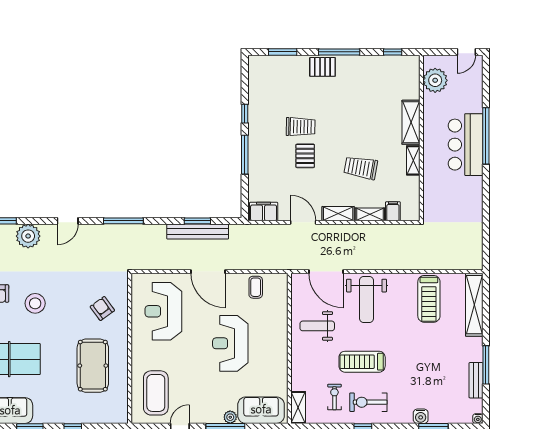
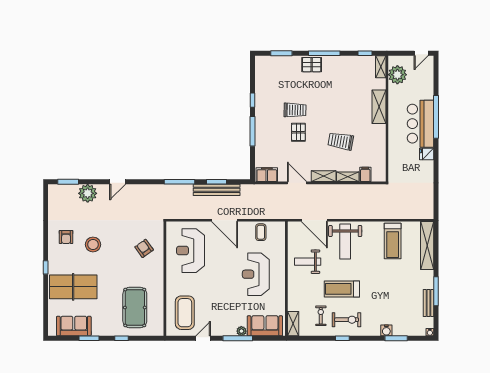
shelving: (413, 160) -> (381, 67), moved
fridge: (474, 185) -> (427, 154), added
window: (123, 221) -> (180, 182), moved
reception desk: (230, 343) -> (256, 274), moved
pool table: (93, 366) -> (135, 308), moved
exercise bike: (368, 402) -> (347, 320), turned 180

